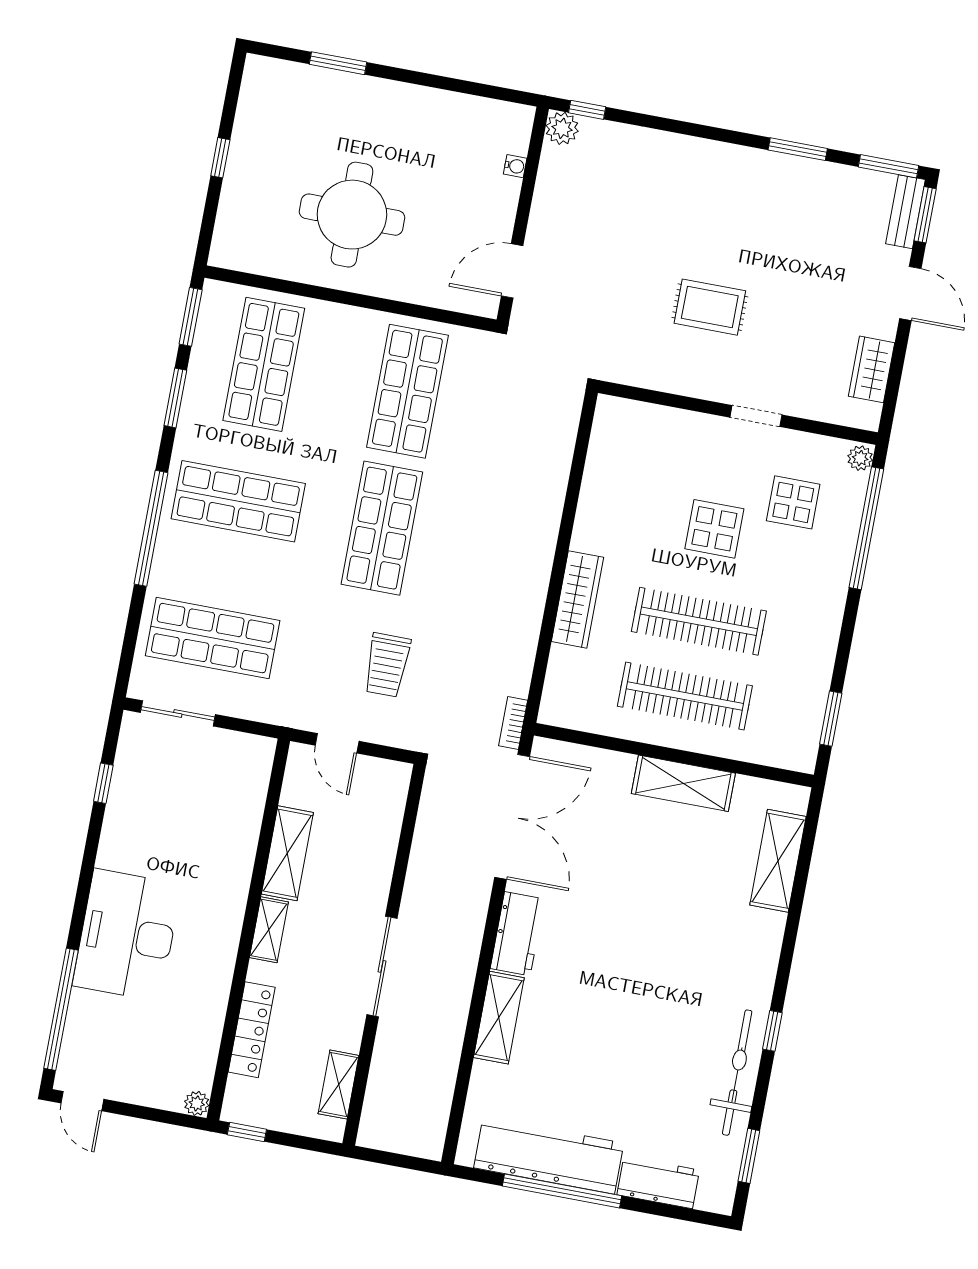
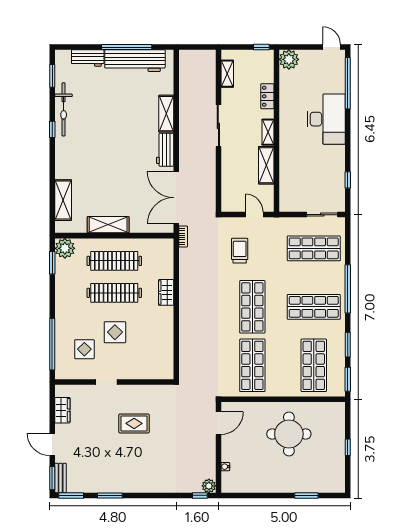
plant: (860, 458) -> (65, 248), moved, width x1.88, depth x1.88
wardrobe: (577, 599) -> (166, 292), width x0.67
locker: (252, 1030) -> (267, 96), width x0.66
plant: (197, 1103) -> (289, 59), width x1.88, depth x1.88

